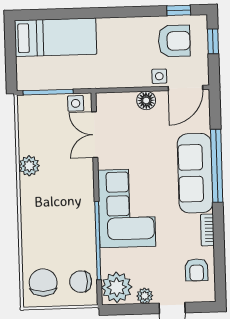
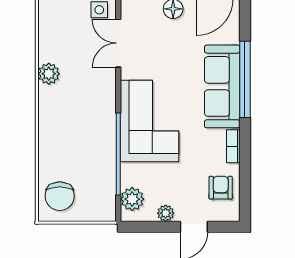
armchair: (197, 270) -> (221, 188), turned 180
chair: (43, 282) -> (60, 196), turned 180
chair: (81, 282) -> (99, 196), removed
plant: (117, 287) -> (132, 199), width x0.73, depth x0.73

